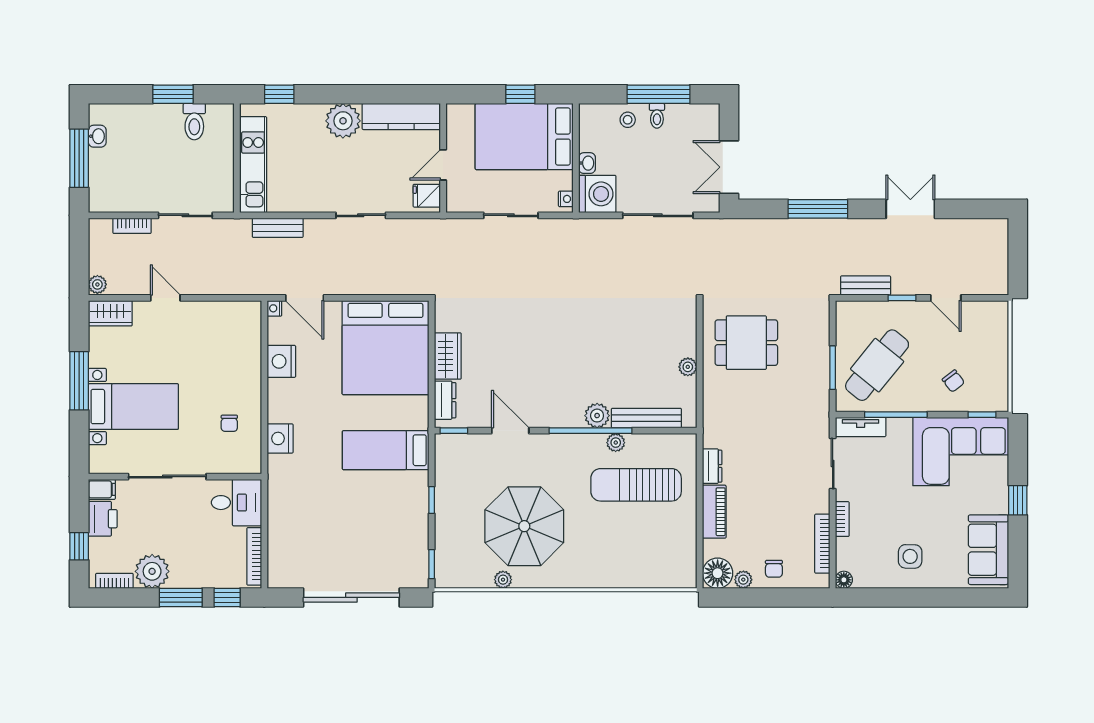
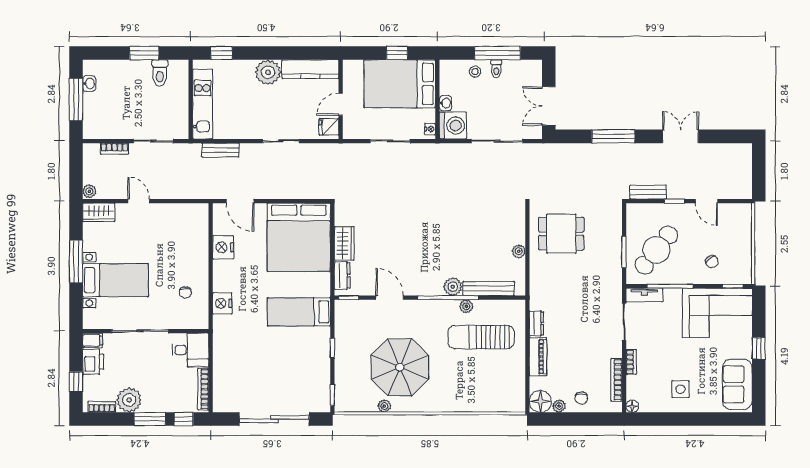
nightstand: (274, 308) -> (218, 209), removed

